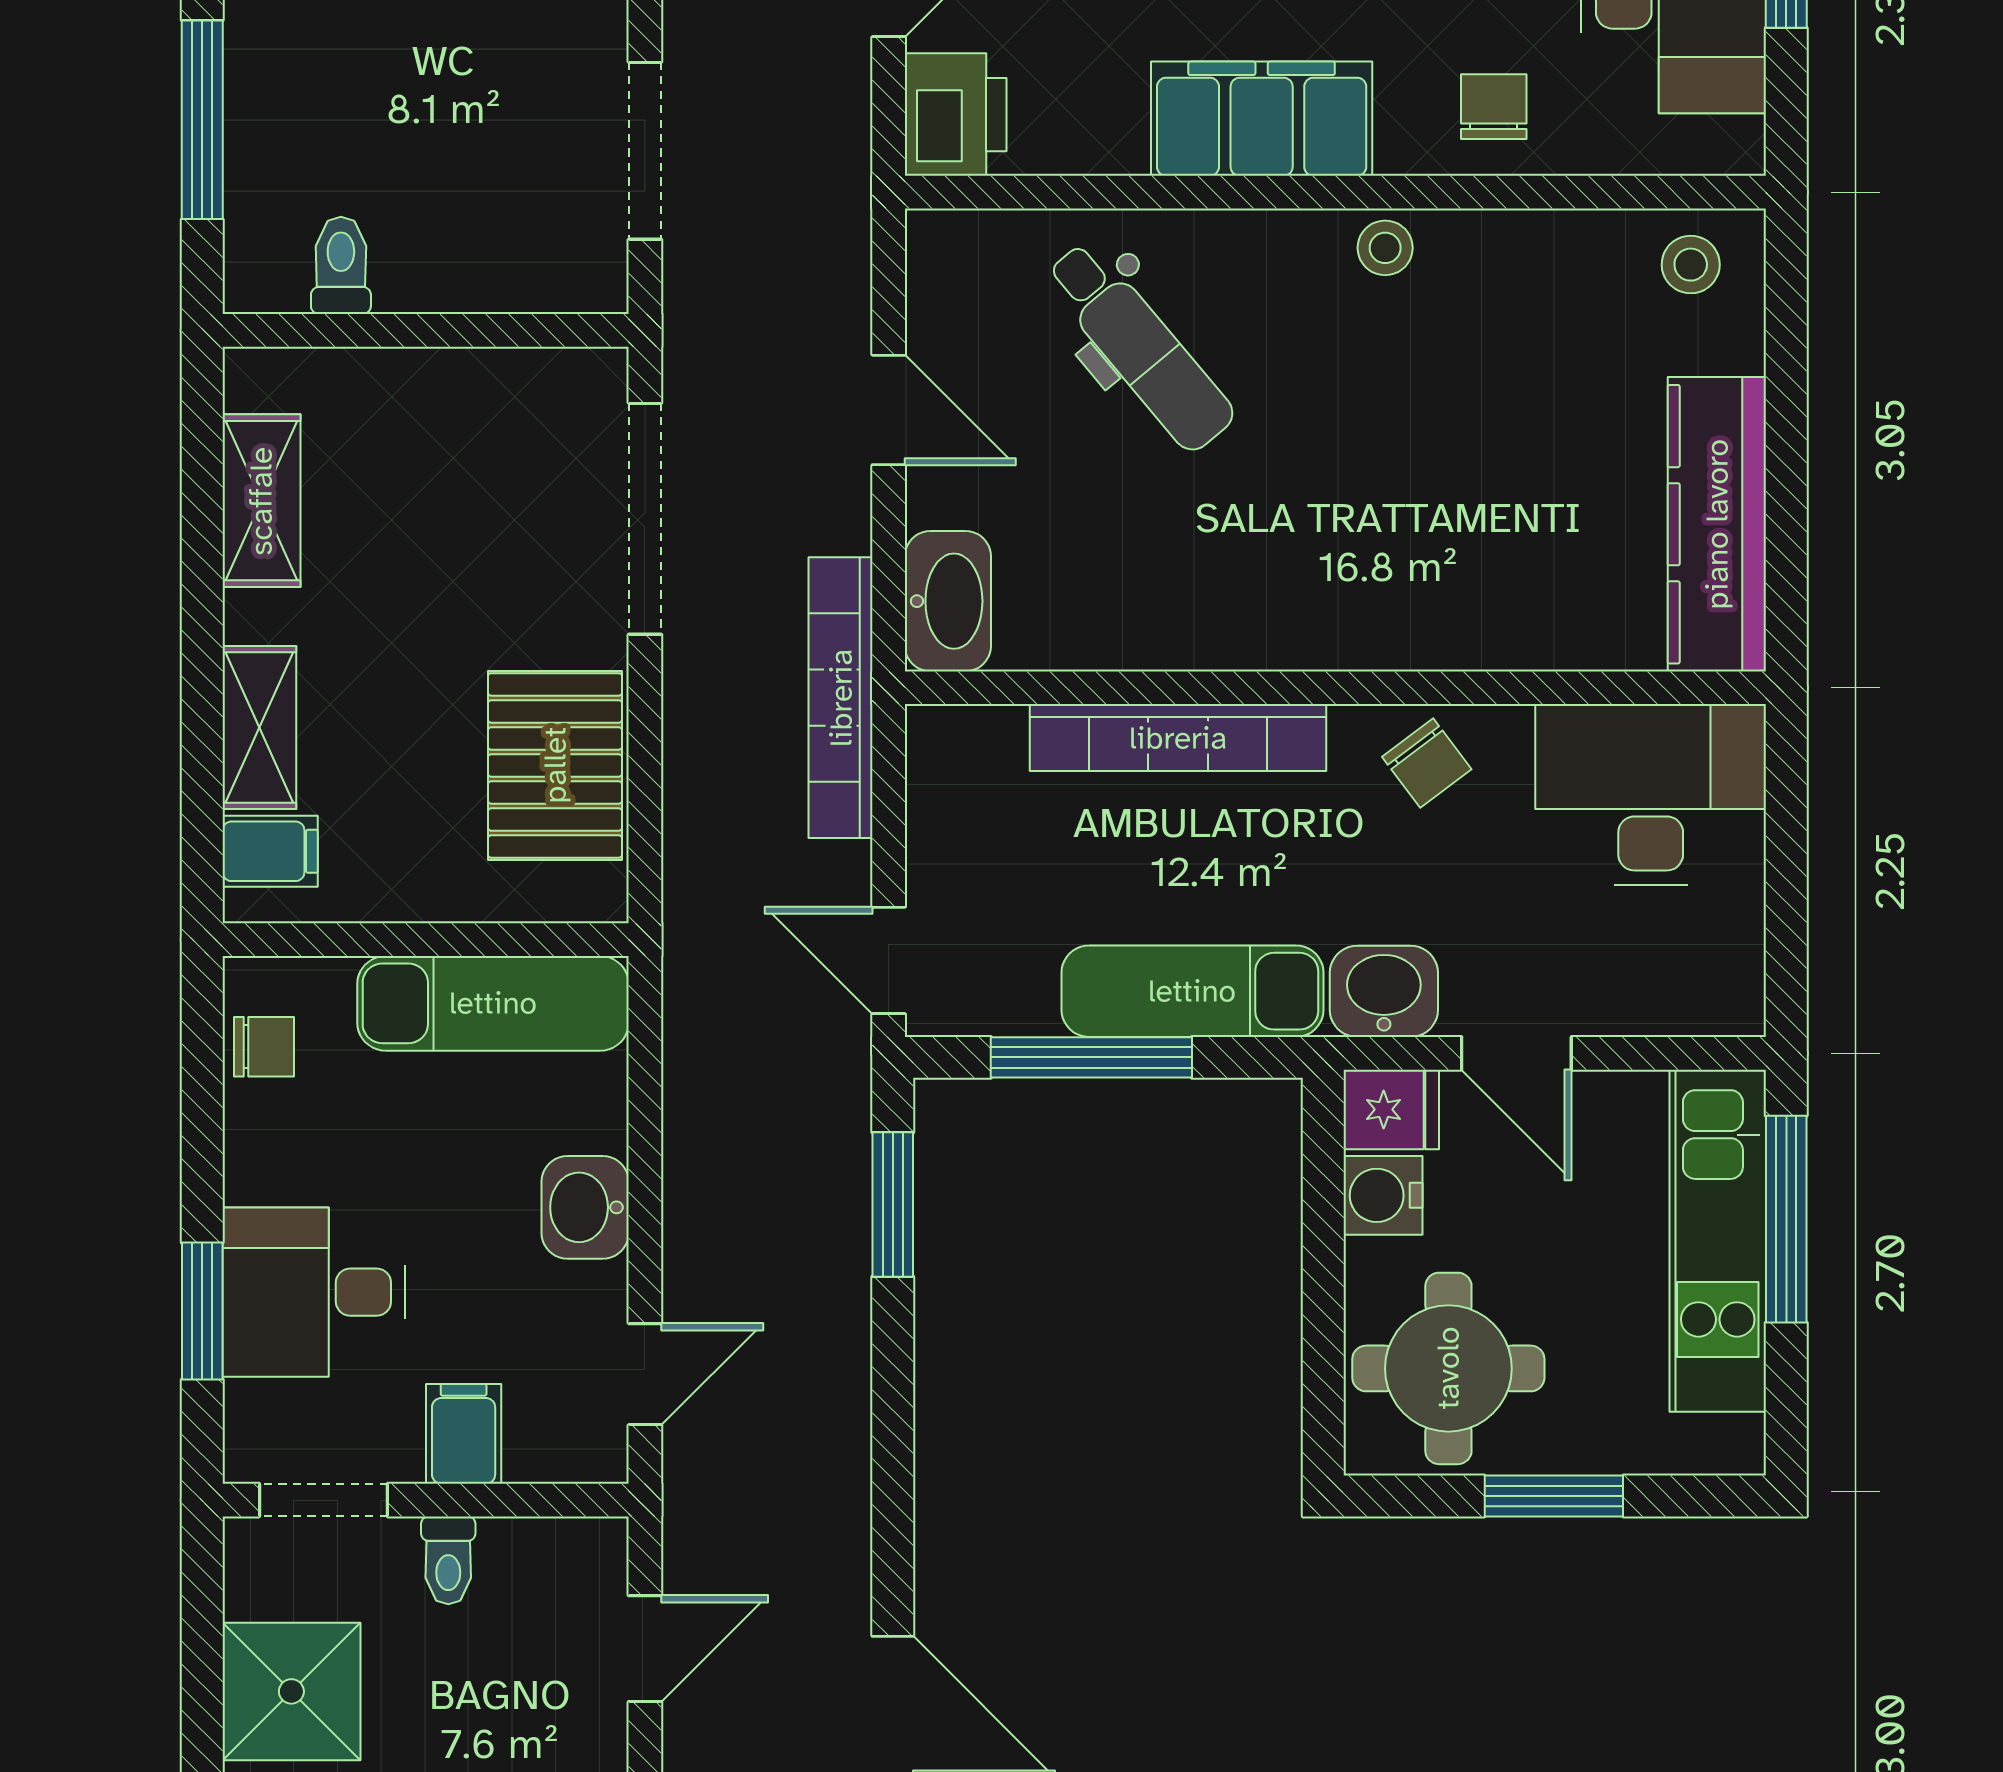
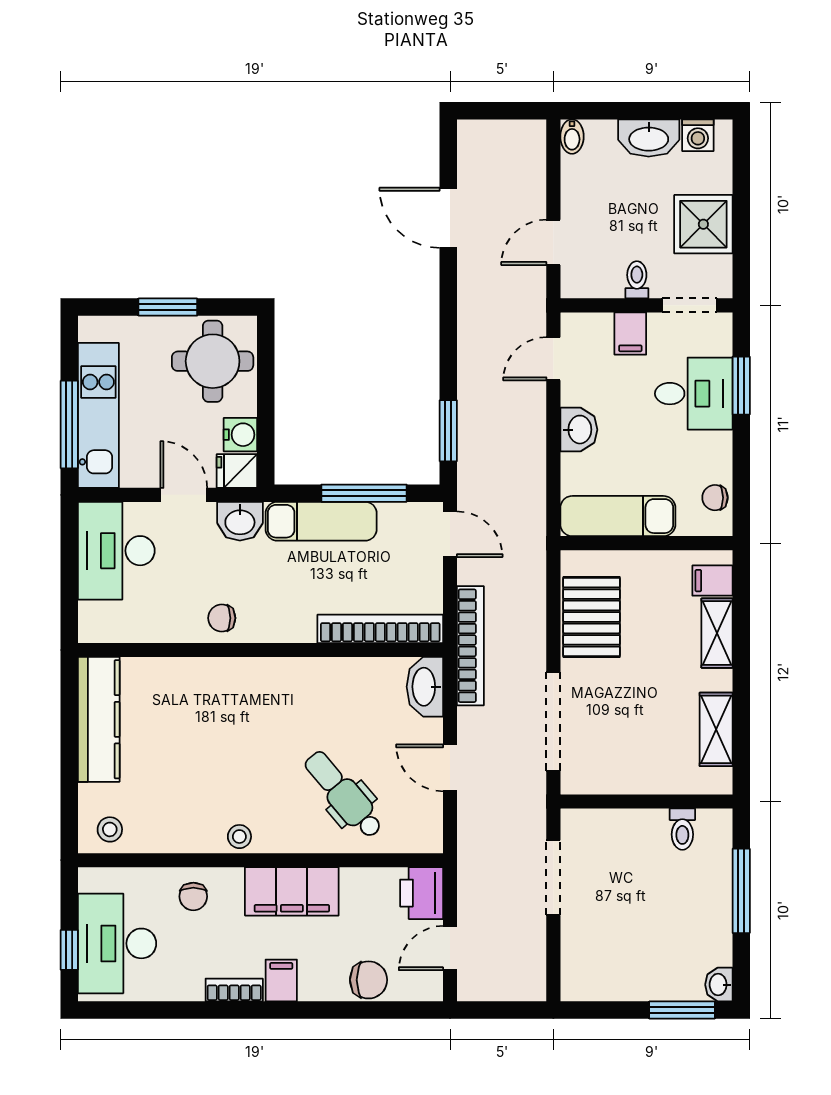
bookcase: (1178, 738) -> (380, 629), moved
chair: (1427, 763) -> (222, 618), turned -53
desk: (1651, 795) -> (116, 551), moved, turned 90

